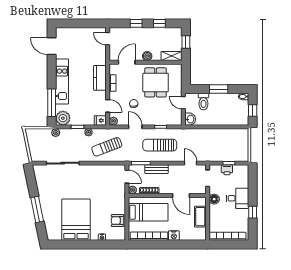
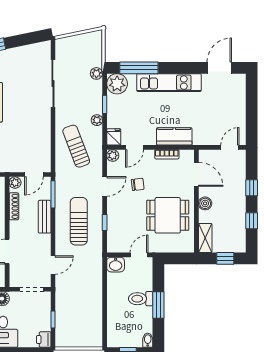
toilet: (203, 102) -> (141, 299), moved
printer: (227, 170) -> (44, 340), moved

